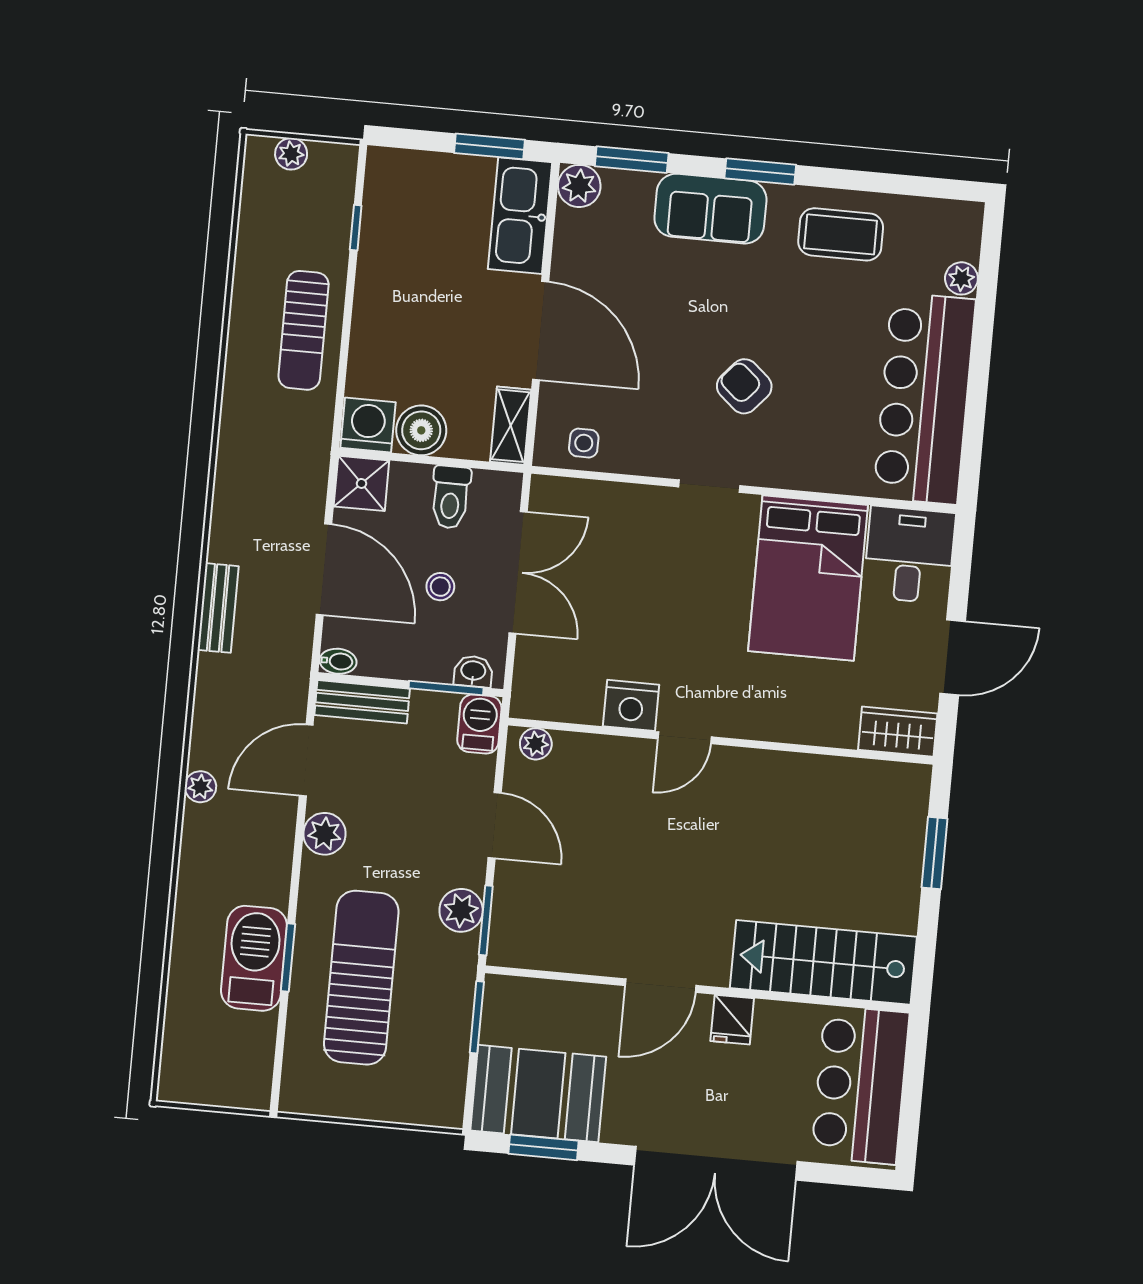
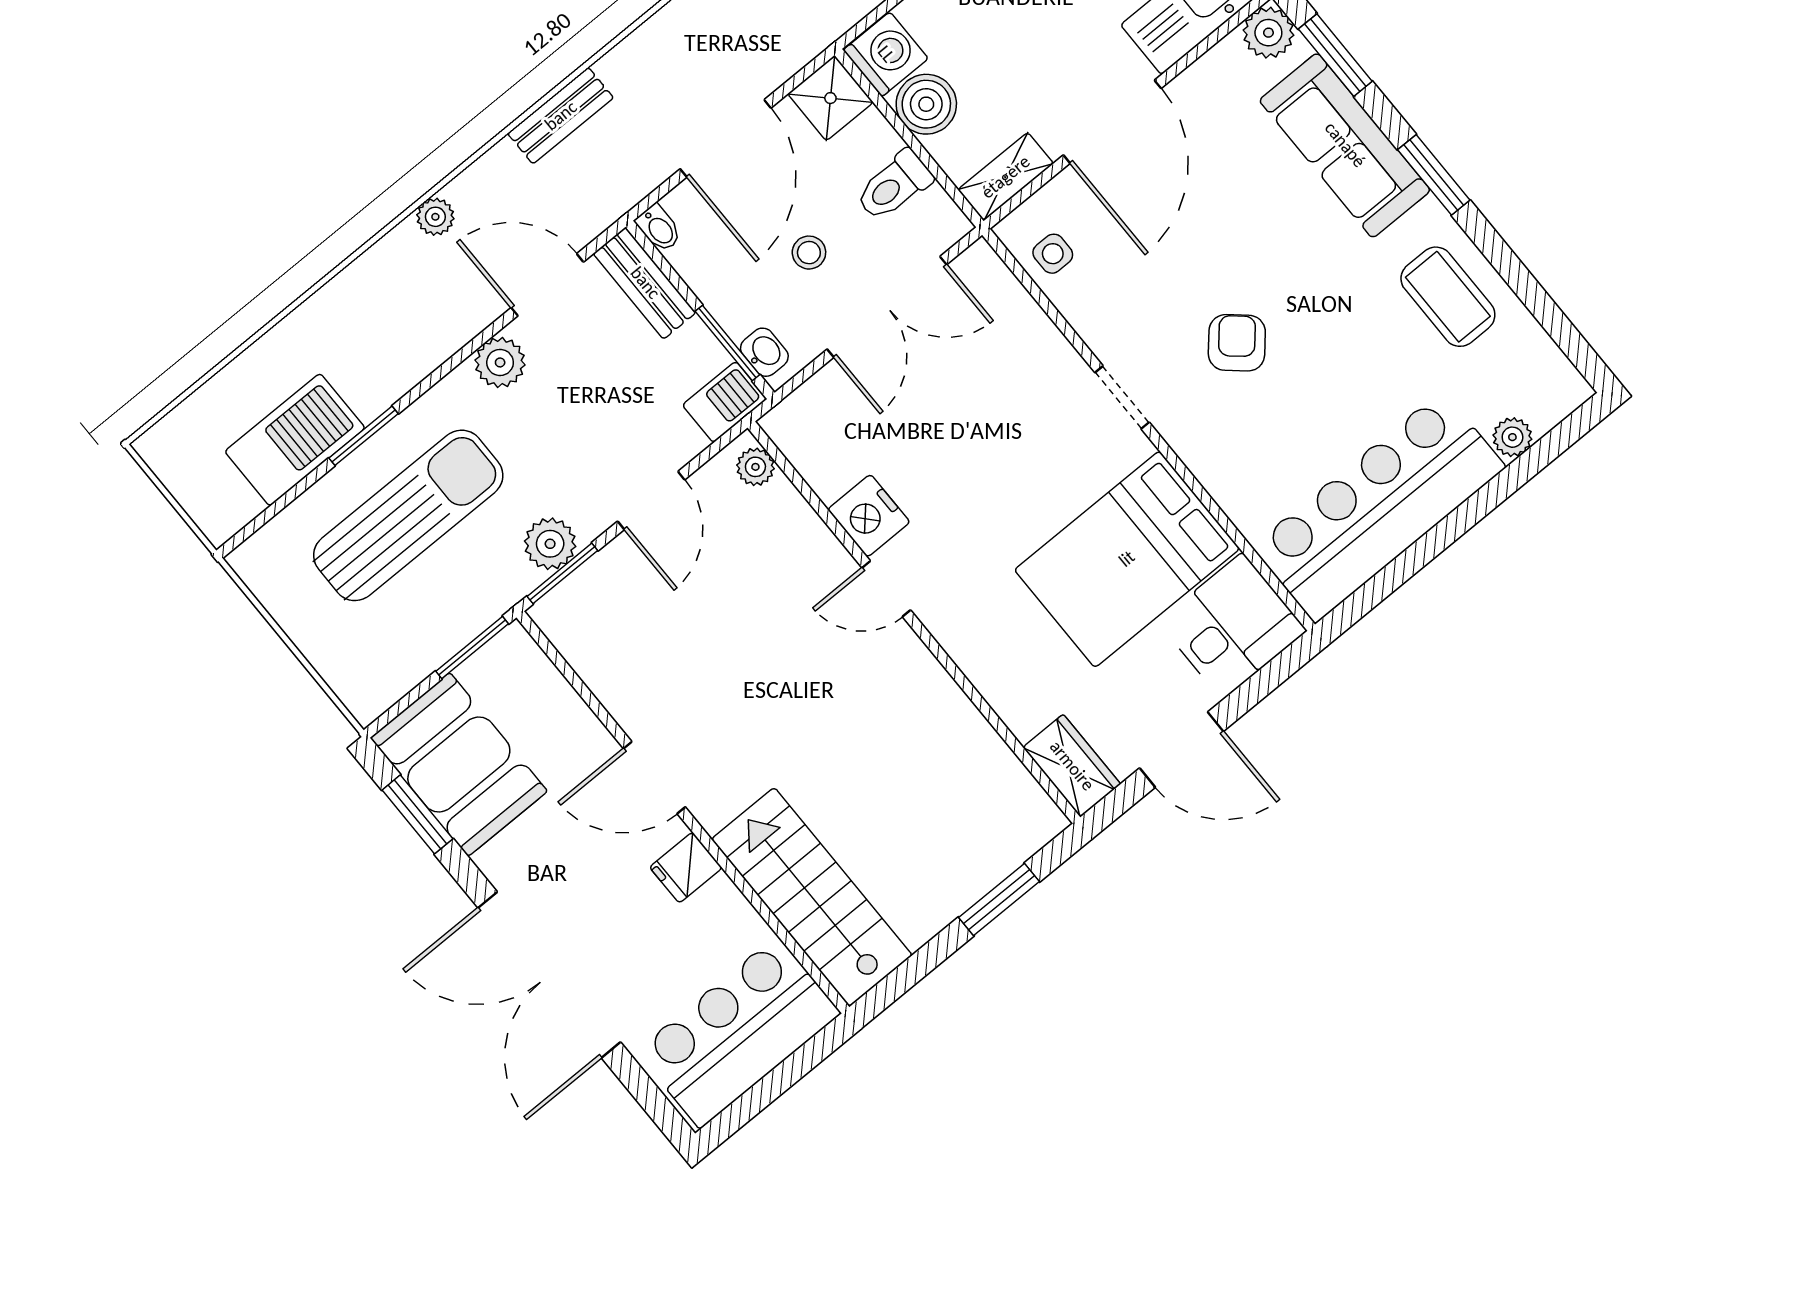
sofa: (710, 209) -> (1345, 145), width x1.36
bench: (218, 608) -> (561, 116), moved
barbecue: (254, 958) -> (295, 440), moved

